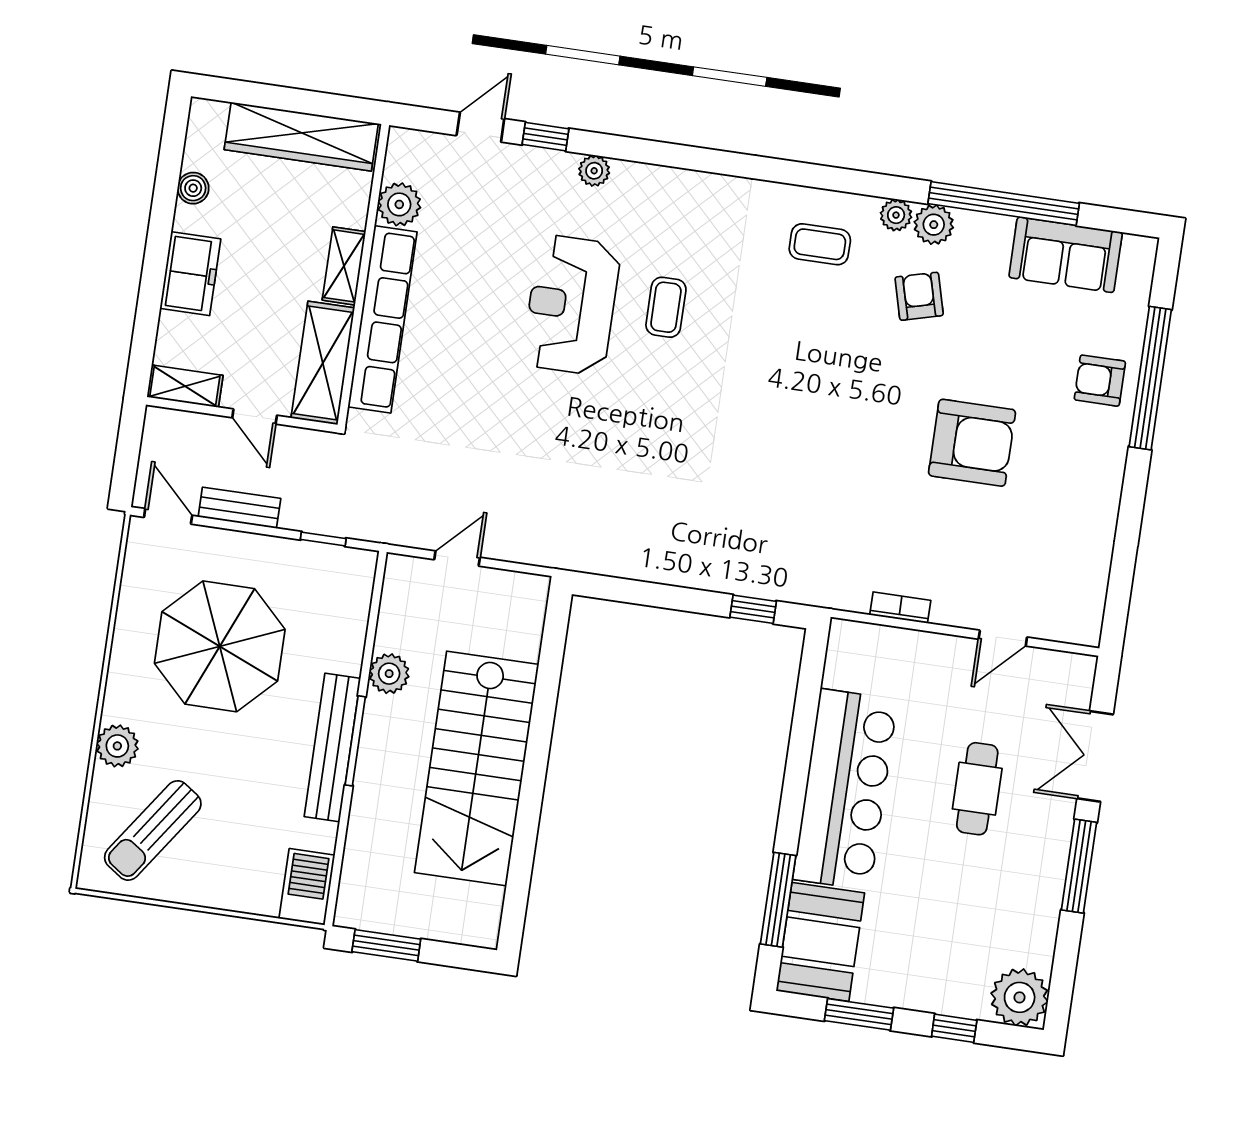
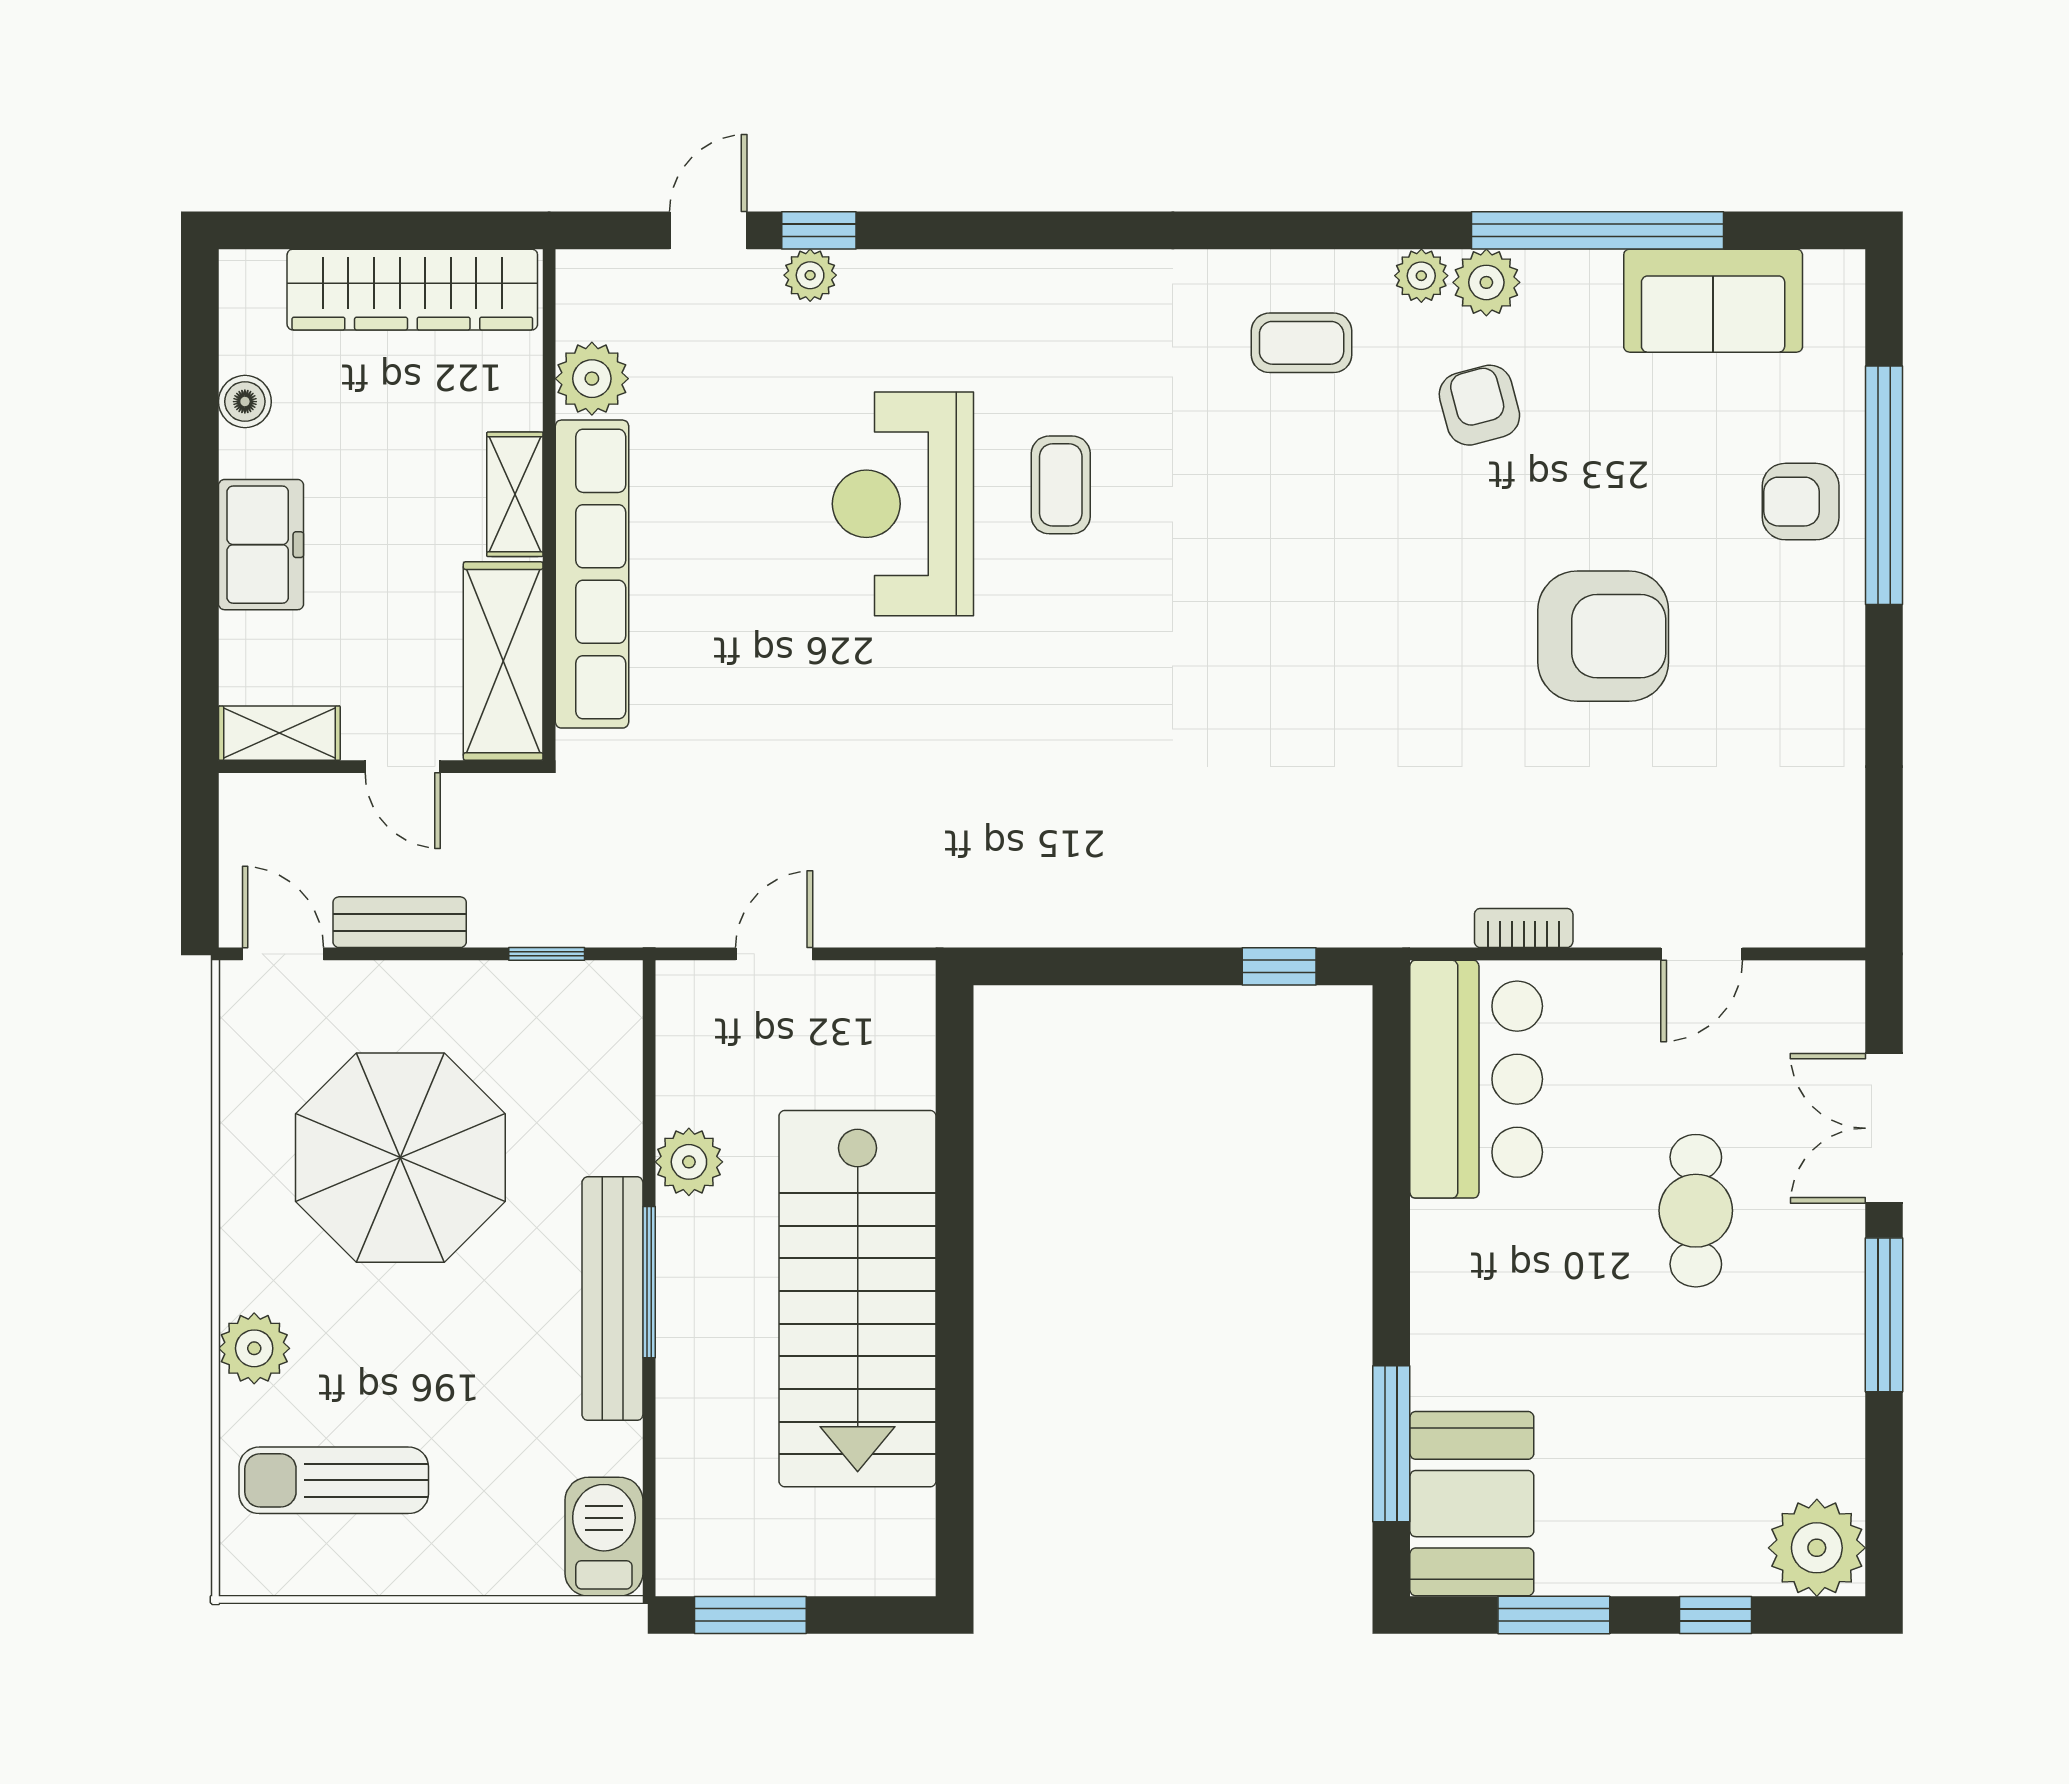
plant: (594, 171) -> (810, 275), moved
bar counter: (845, 789) -> (1476, 1079), moved, width x0.73
sun lounger: (153, 830) -> (334, 1480), turned 55

